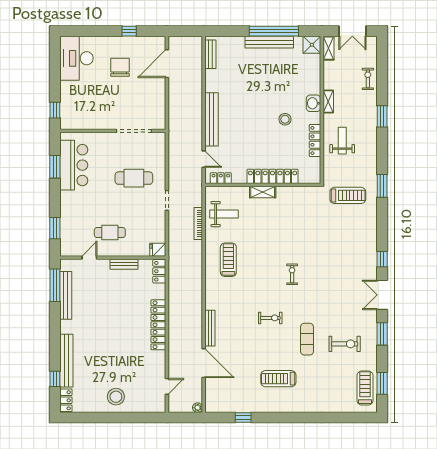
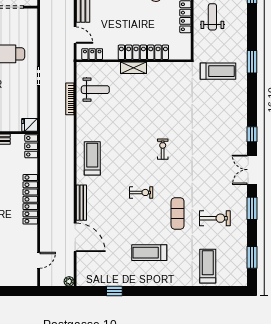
treadmill: (228, 260) -> (92, 158), moved
treadmill: (365, 388) -> (208, 266), moved

